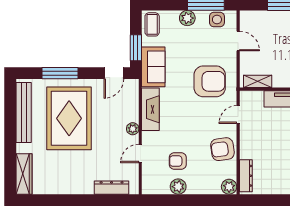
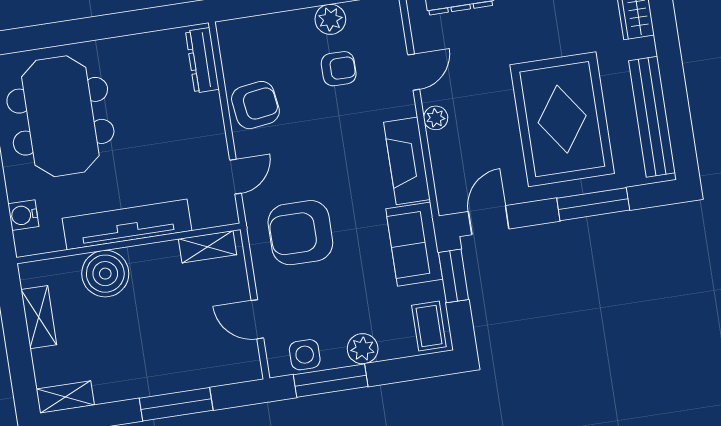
plant: (229, 187) -> (232, 34), removed

